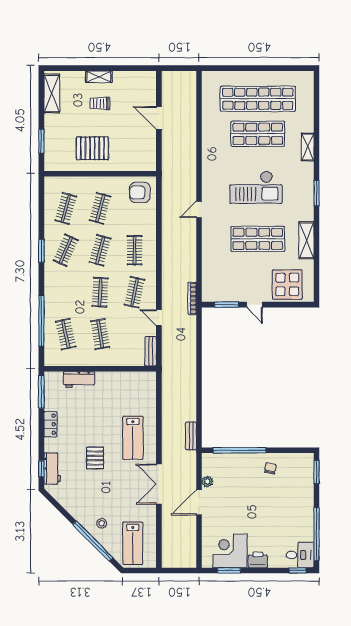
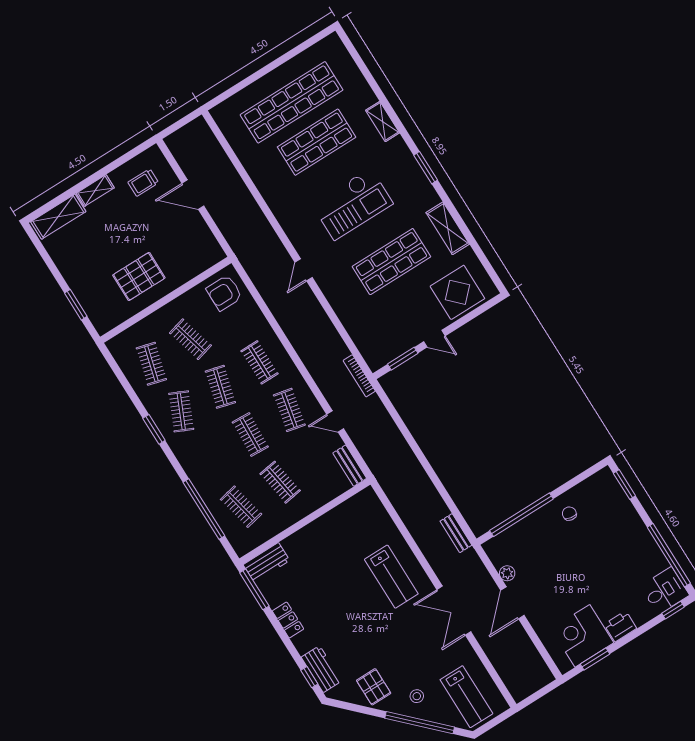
shelving: (52, 93) -> (58, 217), moved, turned 90
trolley: (100, 103) -> (143, 183), moved
clothes rail: (100, 208) -> (190, 339), turned -30
workbench: (79, 379) -> (266, 563), moved
pallet: (95, 458) -> (374, 687), moved

